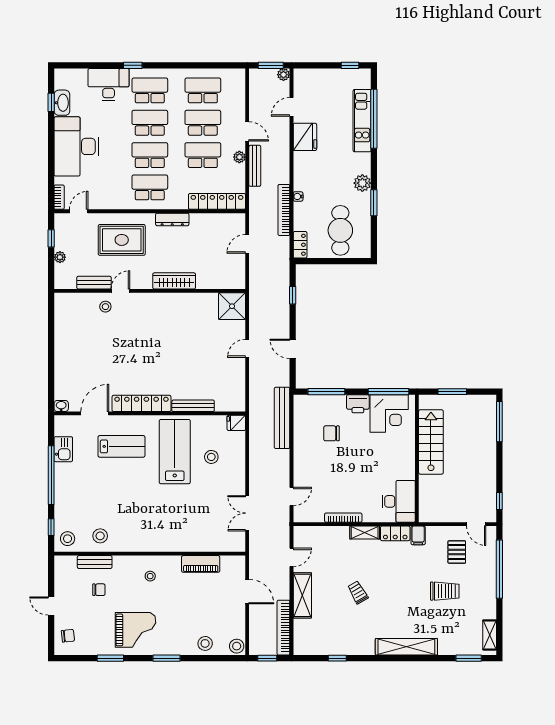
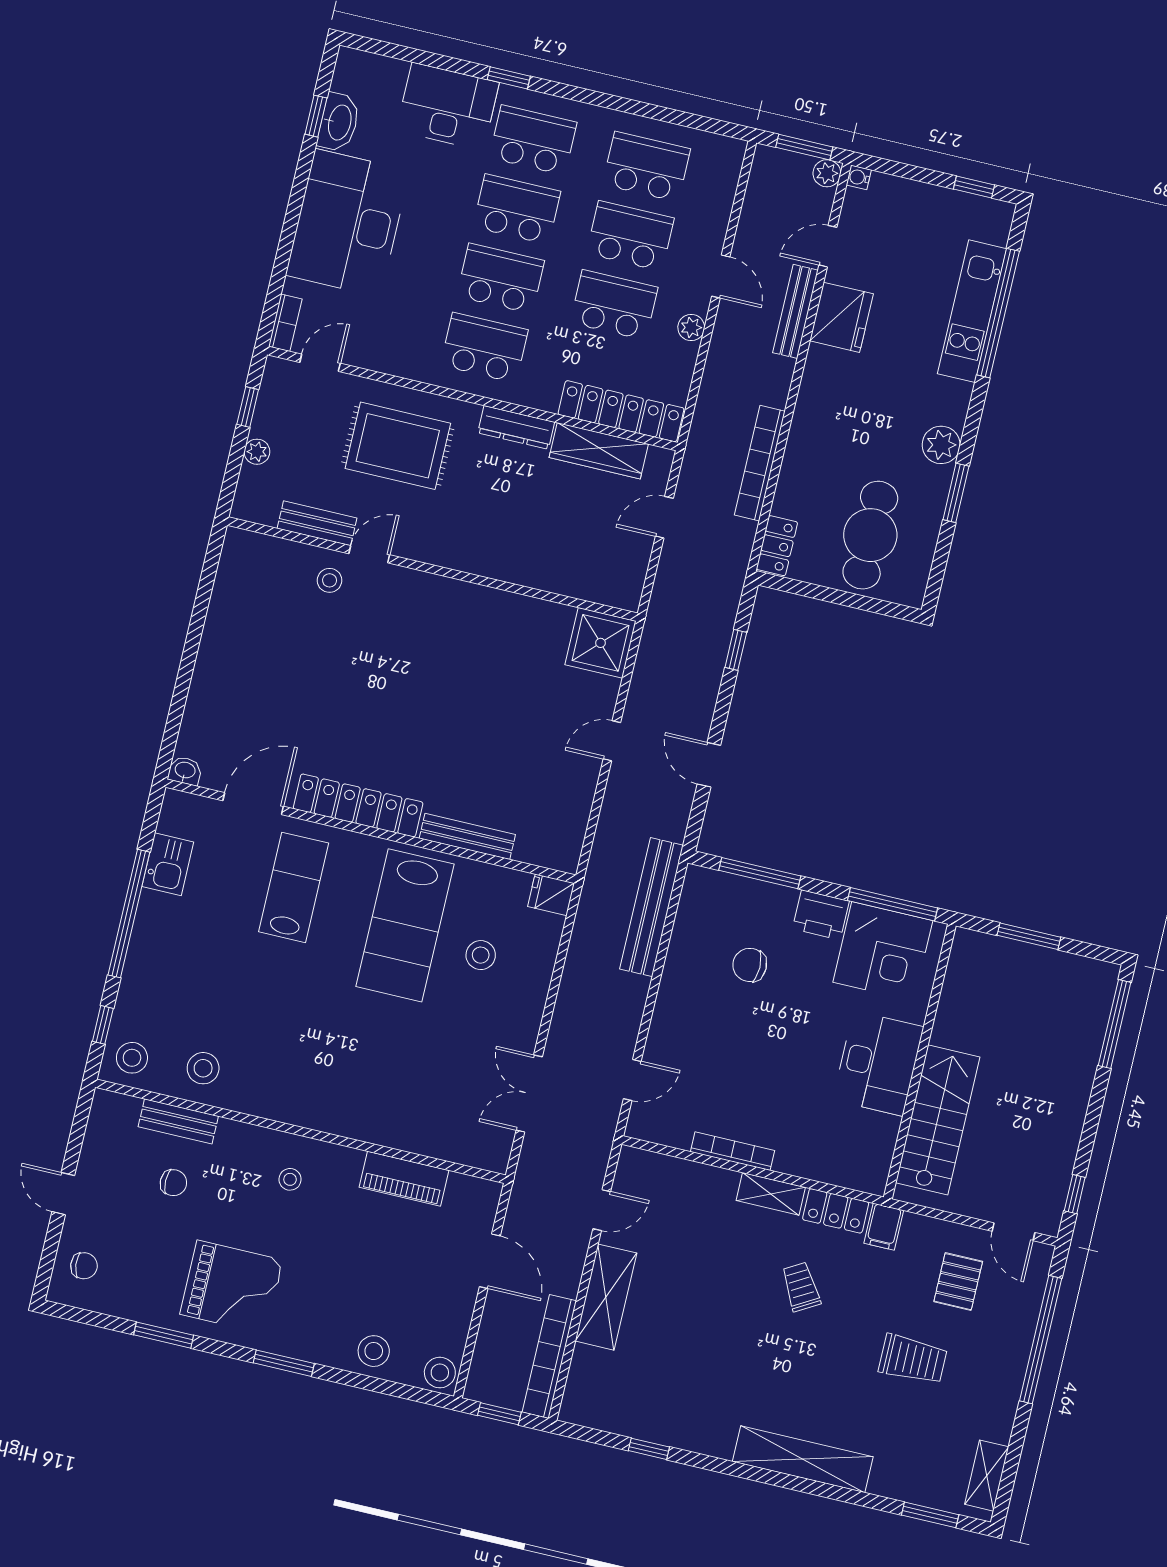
bench: (255, 166) -> (795, 311), moved
water cooler: (298, 196) -> (859, 177), moved
wardrobe: (174, 281) -> (599, 451), moved, turned 180
stairs: (431, 442) -> (938, 1120), moved
lab bench: (121, 446) -> (294, 887), turned -90
lab bench: (175, 452) -> (405, 925), turned 180
desk: (399, 501) -> (878, 1063), moved
trolley: (358, 592) -> (801, 1287), moved

